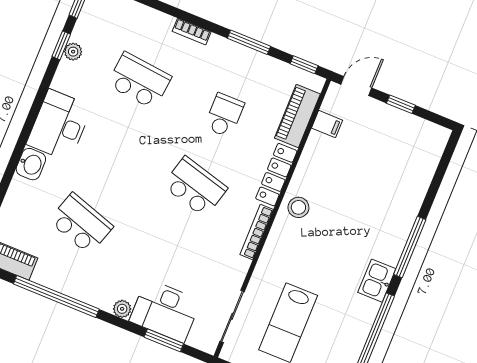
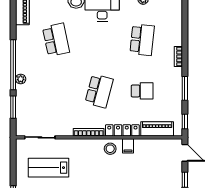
filing cabinet: (327, 124) -> (128, 146), moved
school desk: (81, 224) -> (56, 40), turned -30
window: (56, 297) -> (13, 65), moved
desk: (165, 311) -> (29, 102), removed

